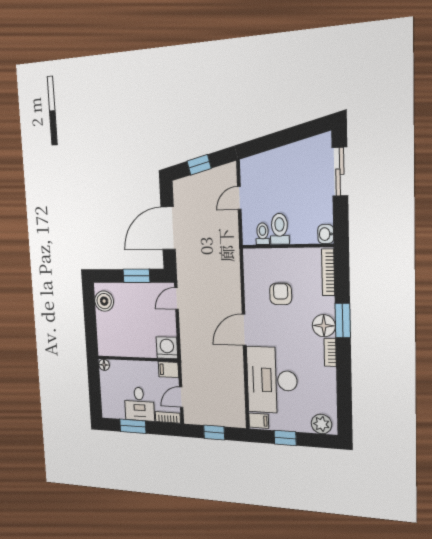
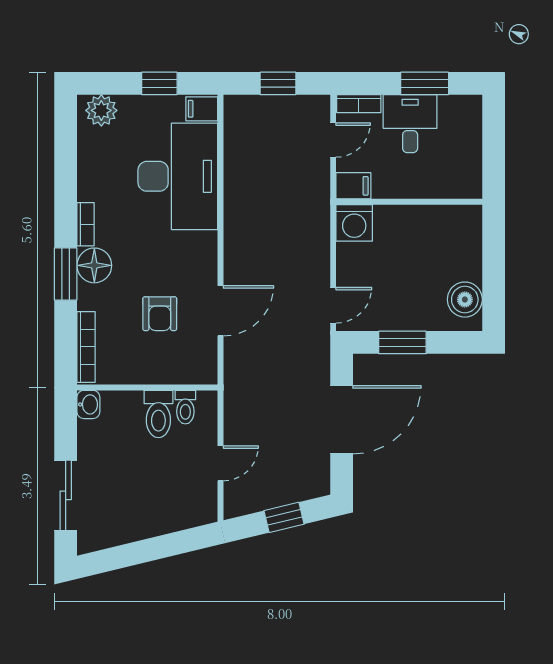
door: (244, 330) -> (221, 311), moved
floor lamp: (104, 365) -> (472, 189), removed

